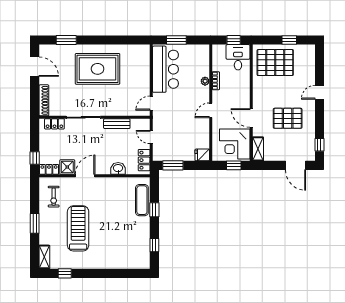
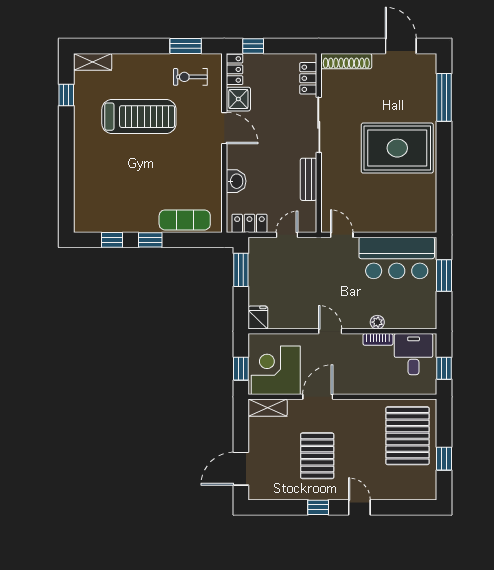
window: (66, 40) -> (444, 97), width x1.44
desk: (238, 57) -> (414, 354), moved, turned -90
door: (35, 67) -> (401, 46), swing flipped
rug: (98, 69) -> (397, 148), turned 90
window: (319, 145) -> (318, 507), moved
window: (154, 210) -> (150, 240), moved
window: (35, 223) -> (186, 46), moved

